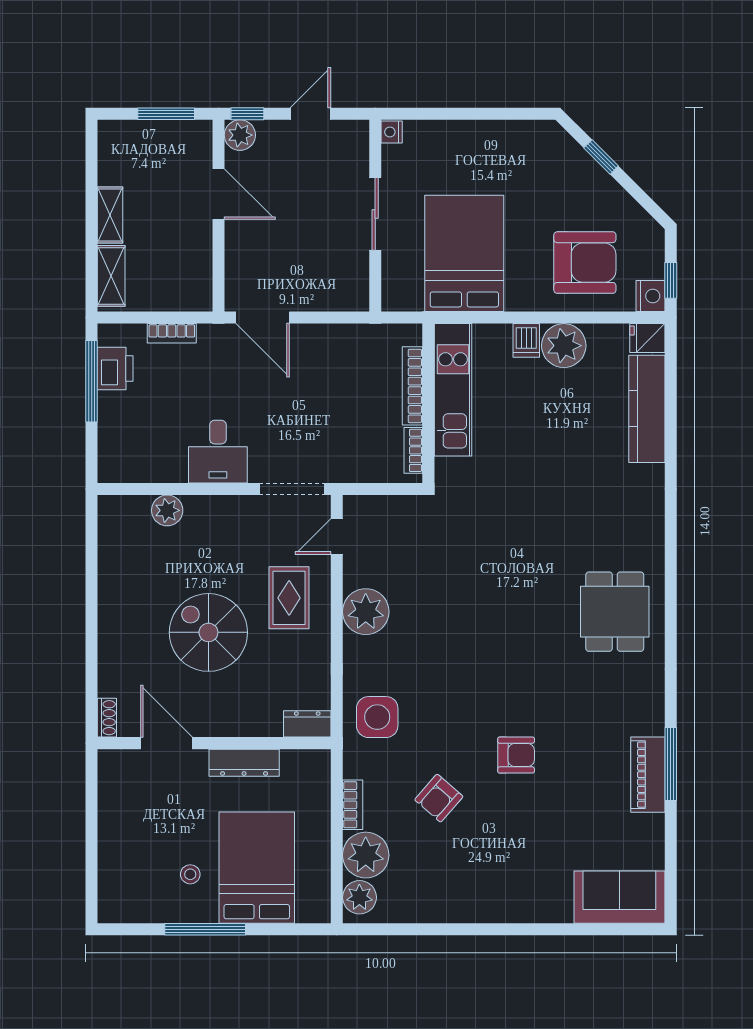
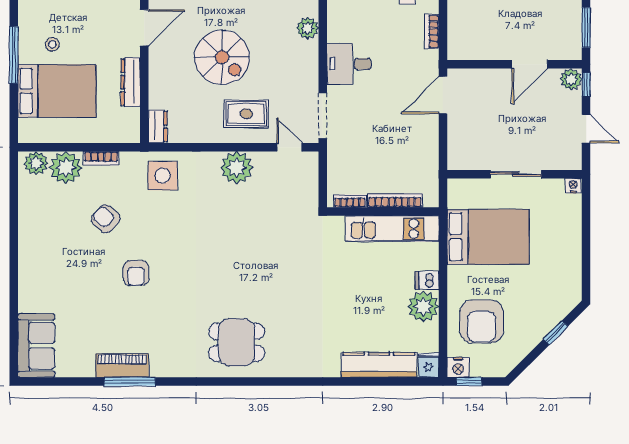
spiral stairs: (208, 632) -> (222, 57), turned 90

